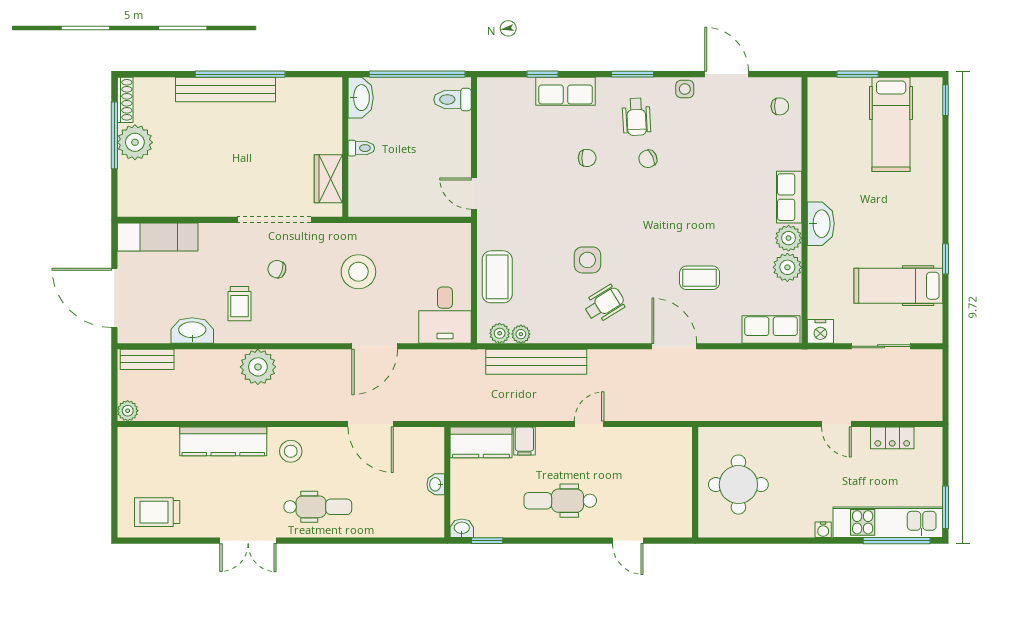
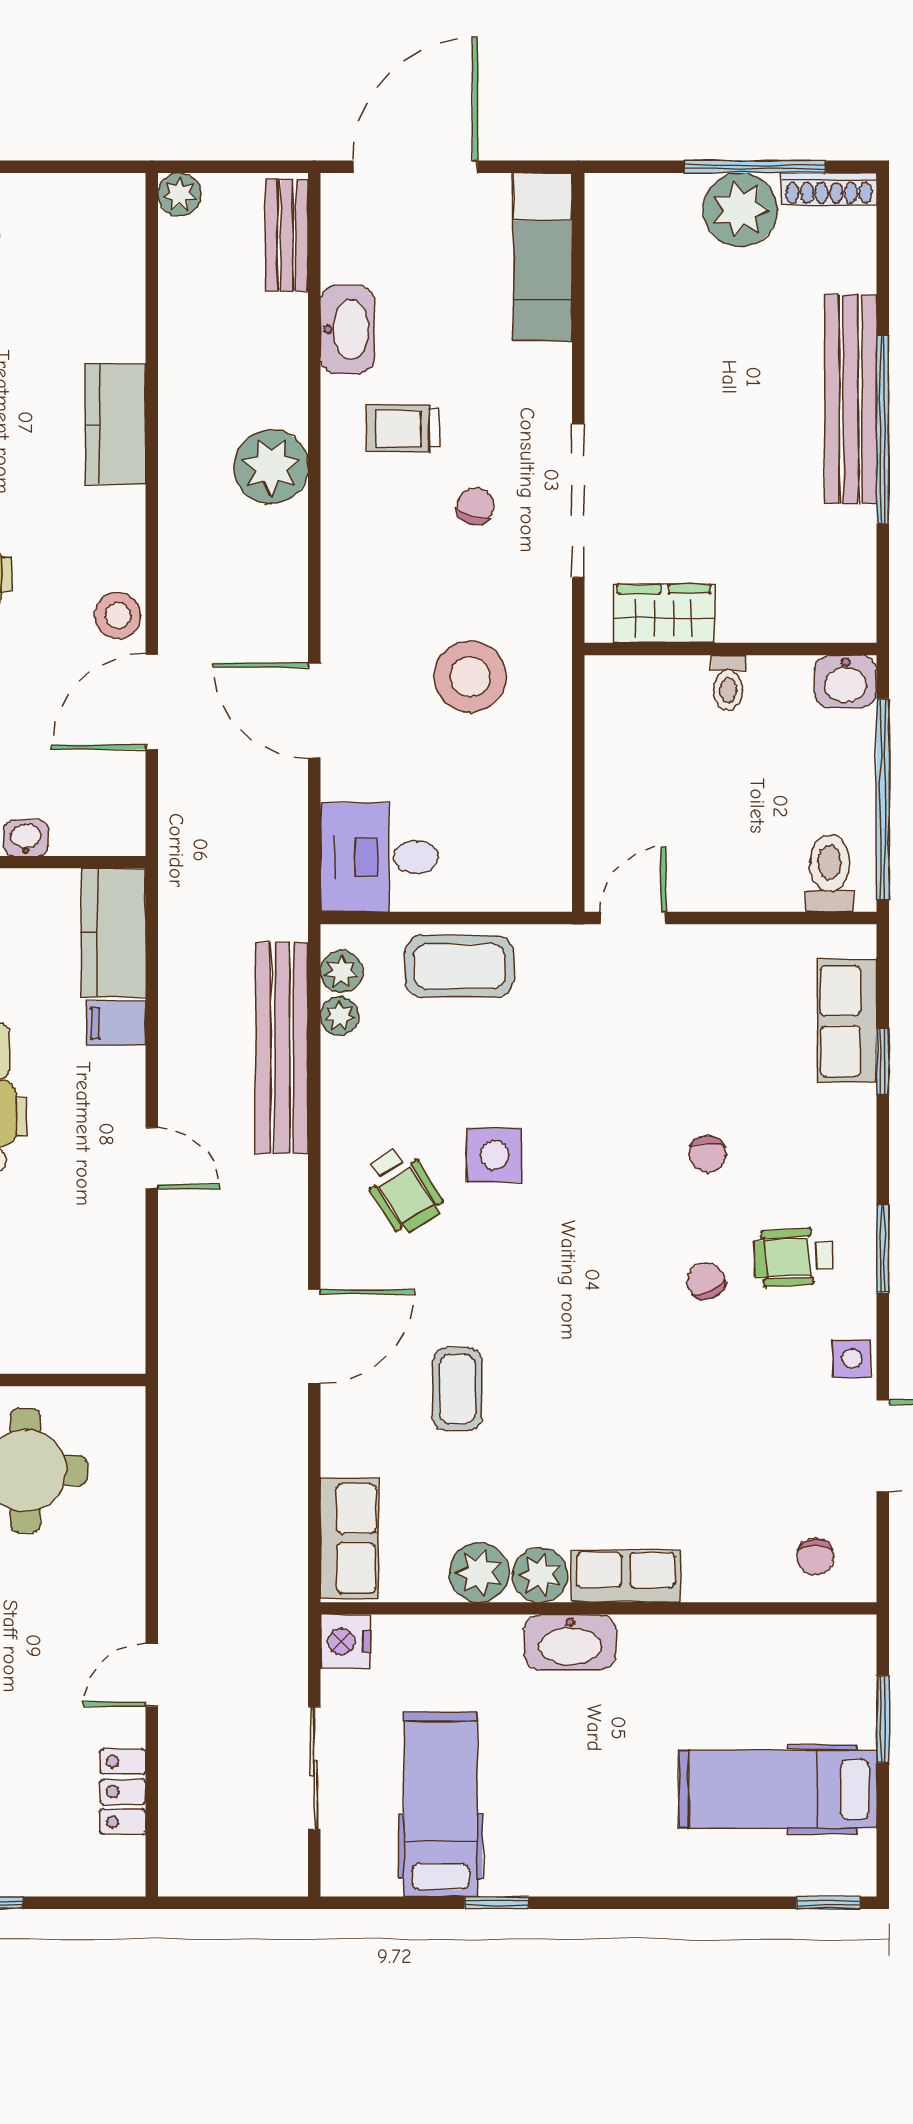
row of seats: (566, 91) -> (847, 1021), moved
washbasin: (361, 98) -> (846, 681), width x0.72
kitchen counter: (223, 441) -> (116, 424), width x0.67
stool: (291, 451) -> (118, 615), moved

